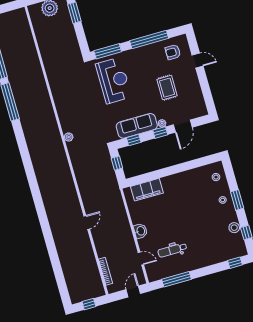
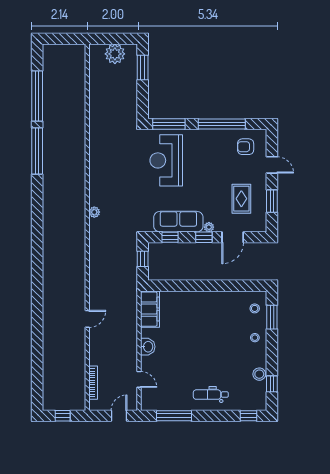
reception desk: (114, 80) -> (166, 160), turned 180
rug: (167, 88) -> (241, 199), moved
window: (206, 89) -> (272, 201), added
filing cabinet: (147, 190) -> (150, 309), moved, turned -90
window: (237, 200) -> (272, 317), moved
dental chair: (172, 250) -> (211, 395), moved

